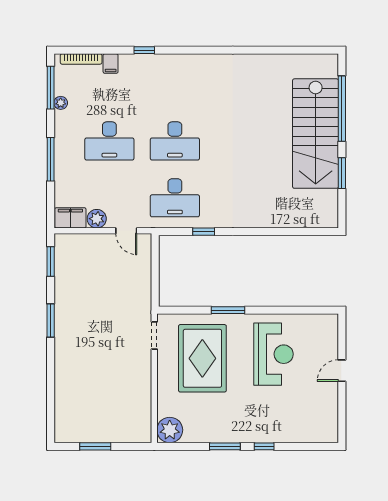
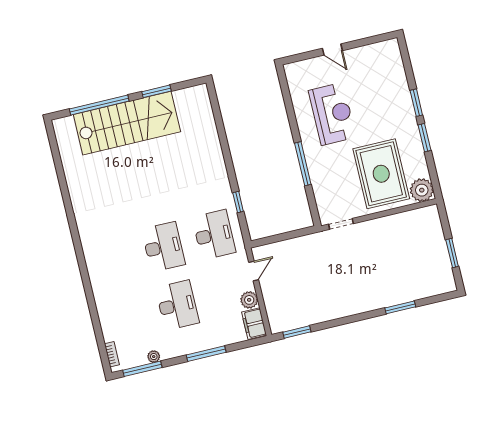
window: (144, 50) -> (89, 293), removed
bookcase: (81, 59) -> (112, 354), width x0.64
filing cabinet: (111, 64) -> (108, 320), removed
window: (228, 310) -> (303, 164), width x1.44
window: (51, 320) -> (400, 307), moved
reception desk: (273, 354) -> (332, 114), turned 90
rug: (202, 358) -> (381, 174), moved, turned 90
window: (264, 446) -> (416, 103), width x1.50

